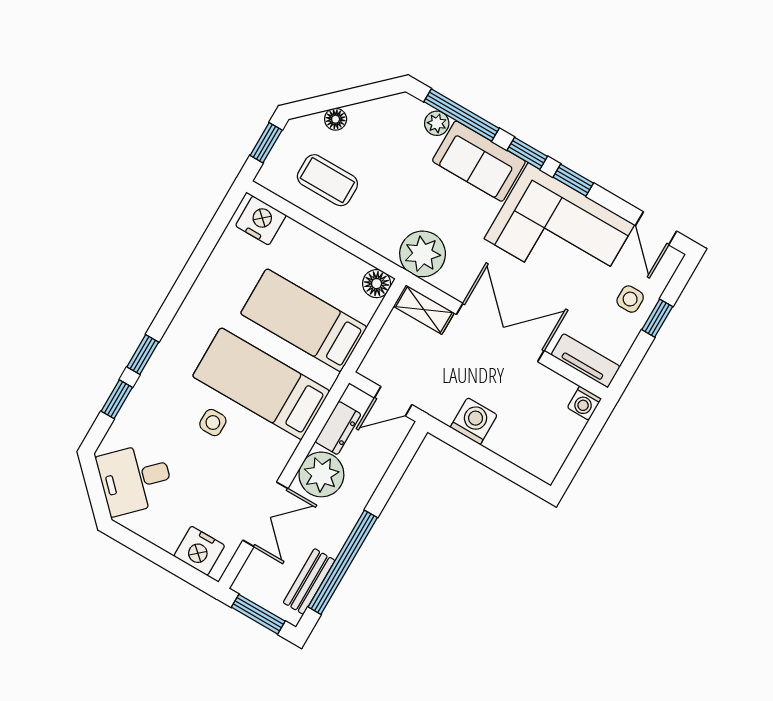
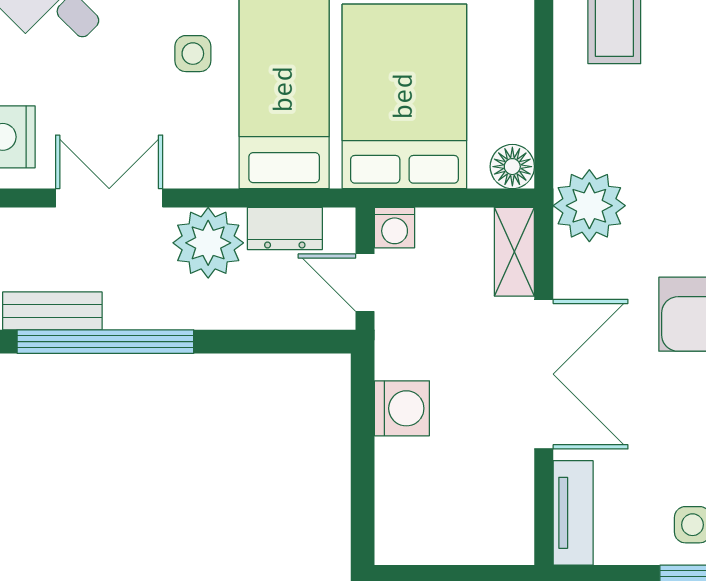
bed: (304, 320) -> (404, 96), width x1.50
washing machine: (584, 403) -> (395, 228), moved, turned -90
double door: (265, 514) -> (109, 198), swing flipped

